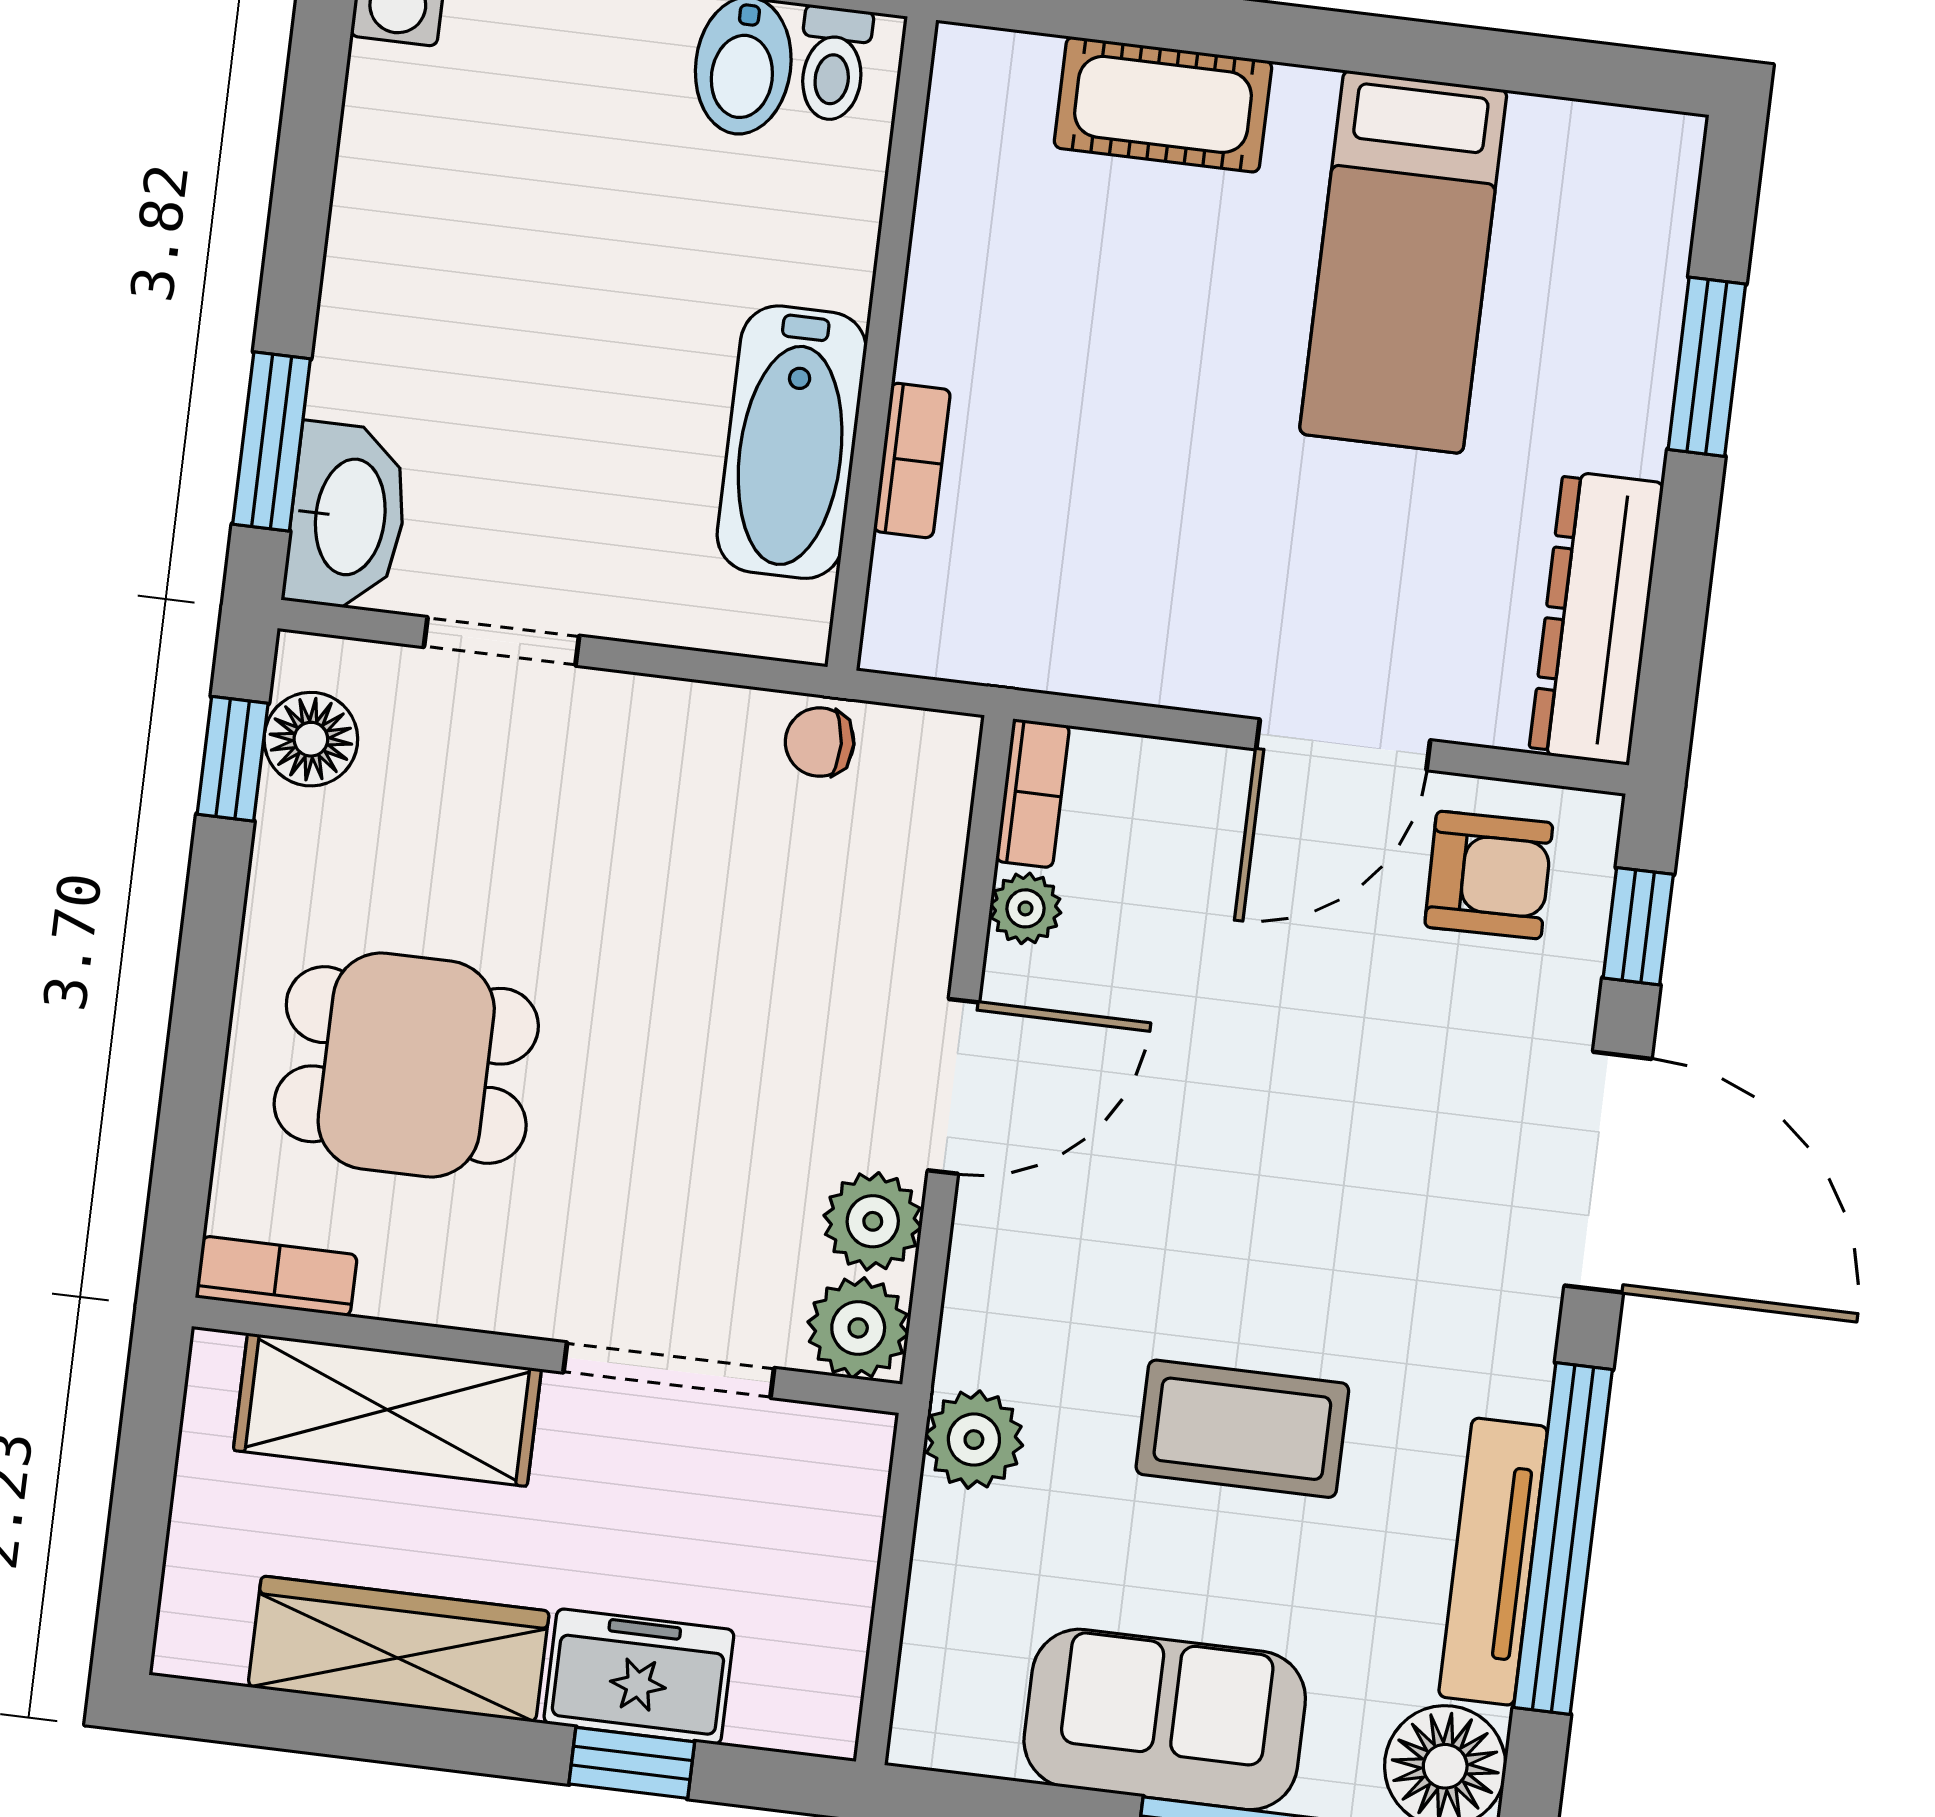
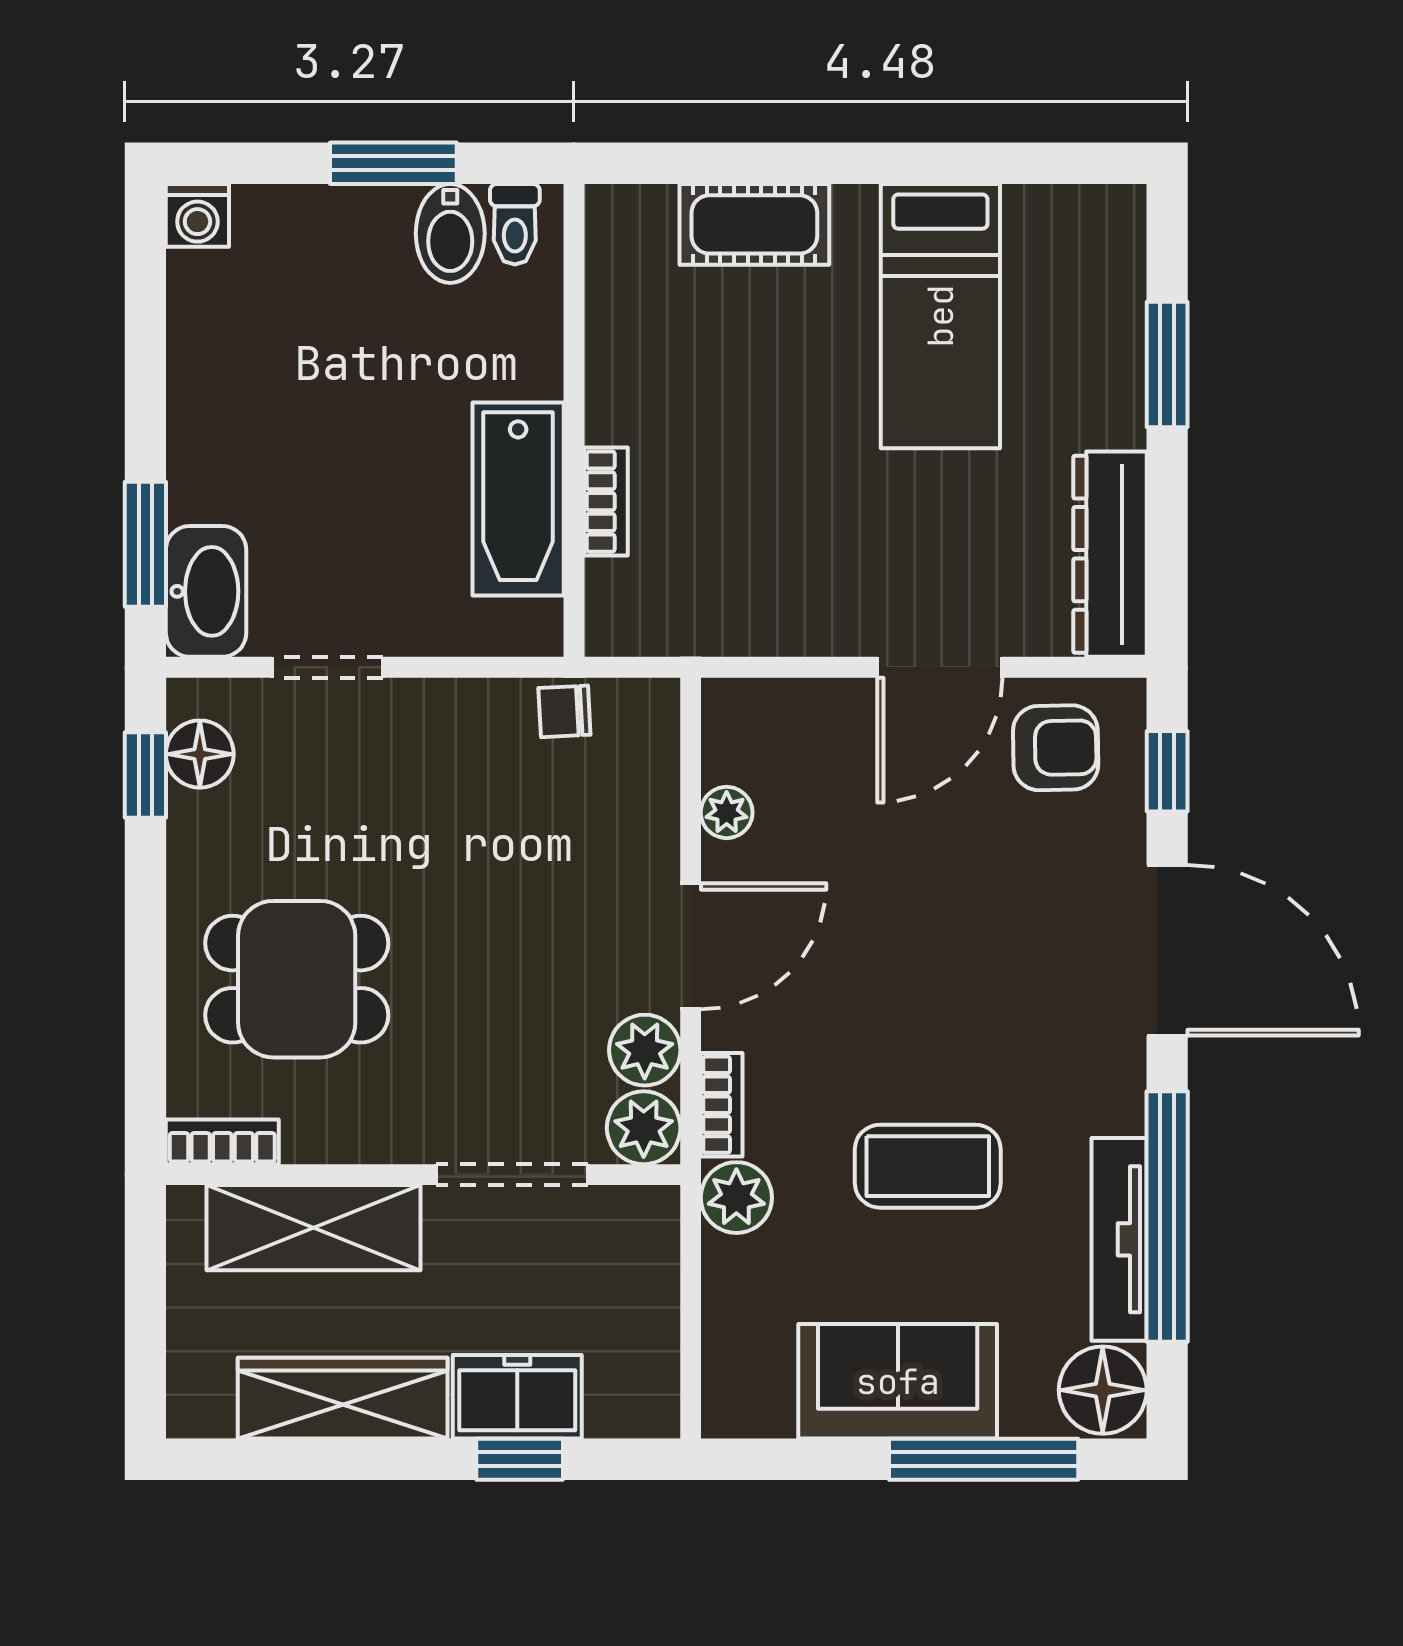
bookcase: (1033, 793) -> (722, 1105), moved

